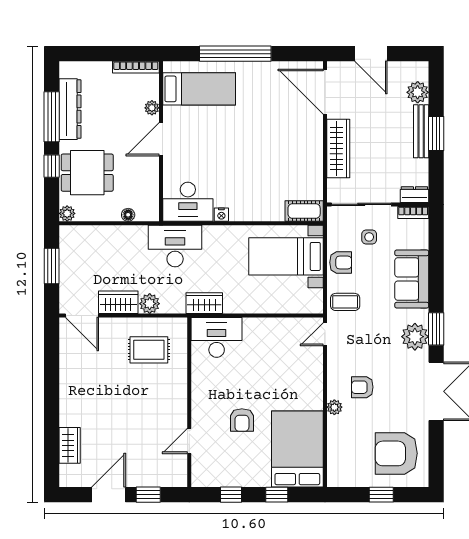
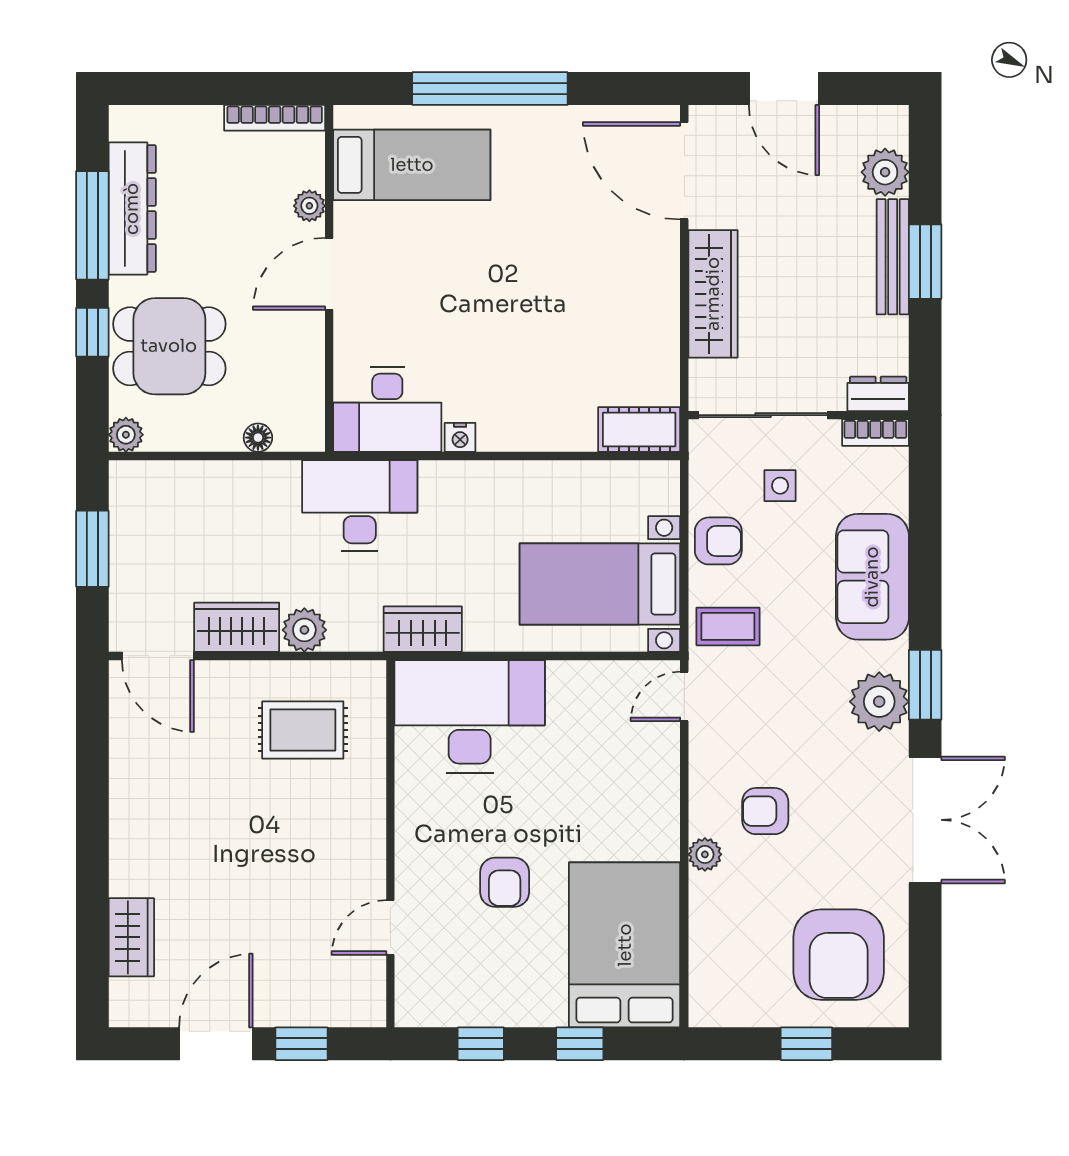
bed with nightstands: (286, 256) -> (600, 584), moved
desk: (217, 337) -> (470, 716), width x1.36, depth x1.30
armchair: (396, 453) -> (839, 955), turned -90

